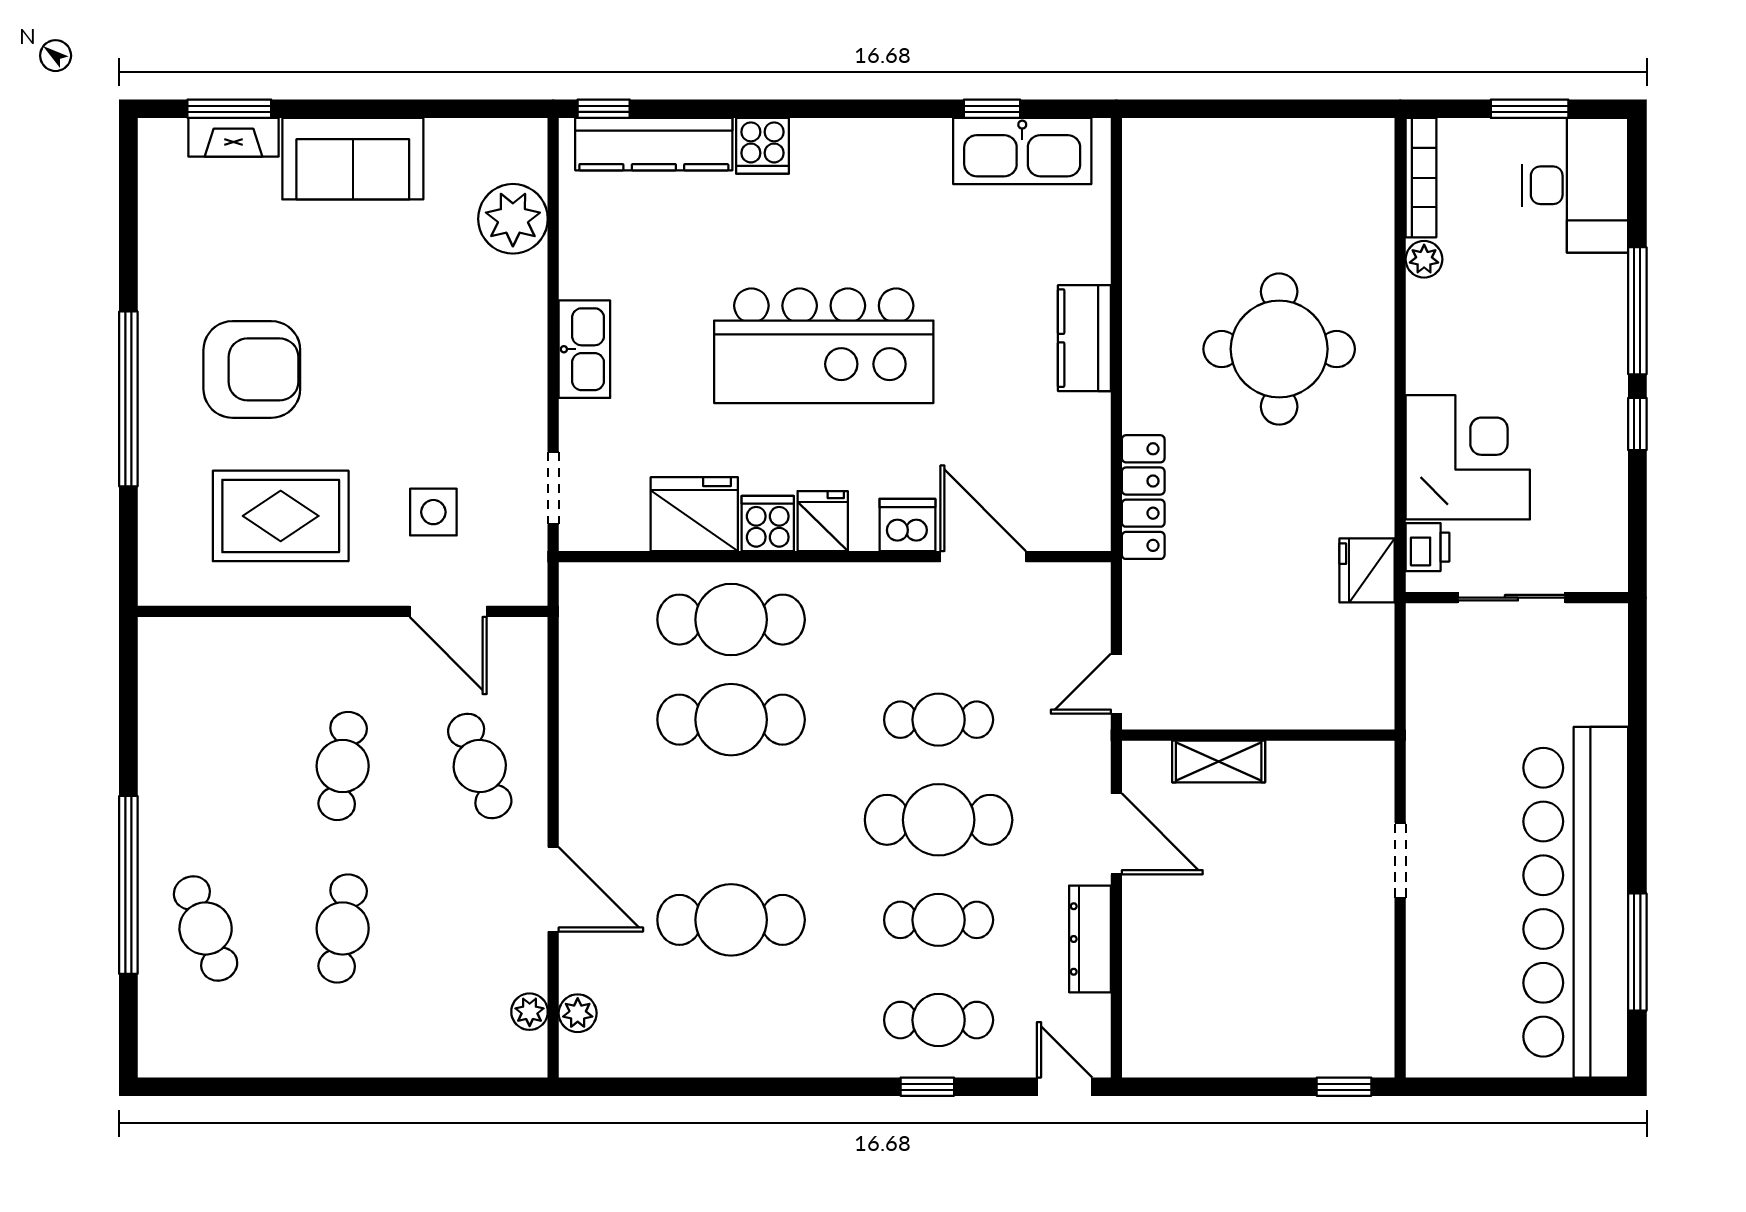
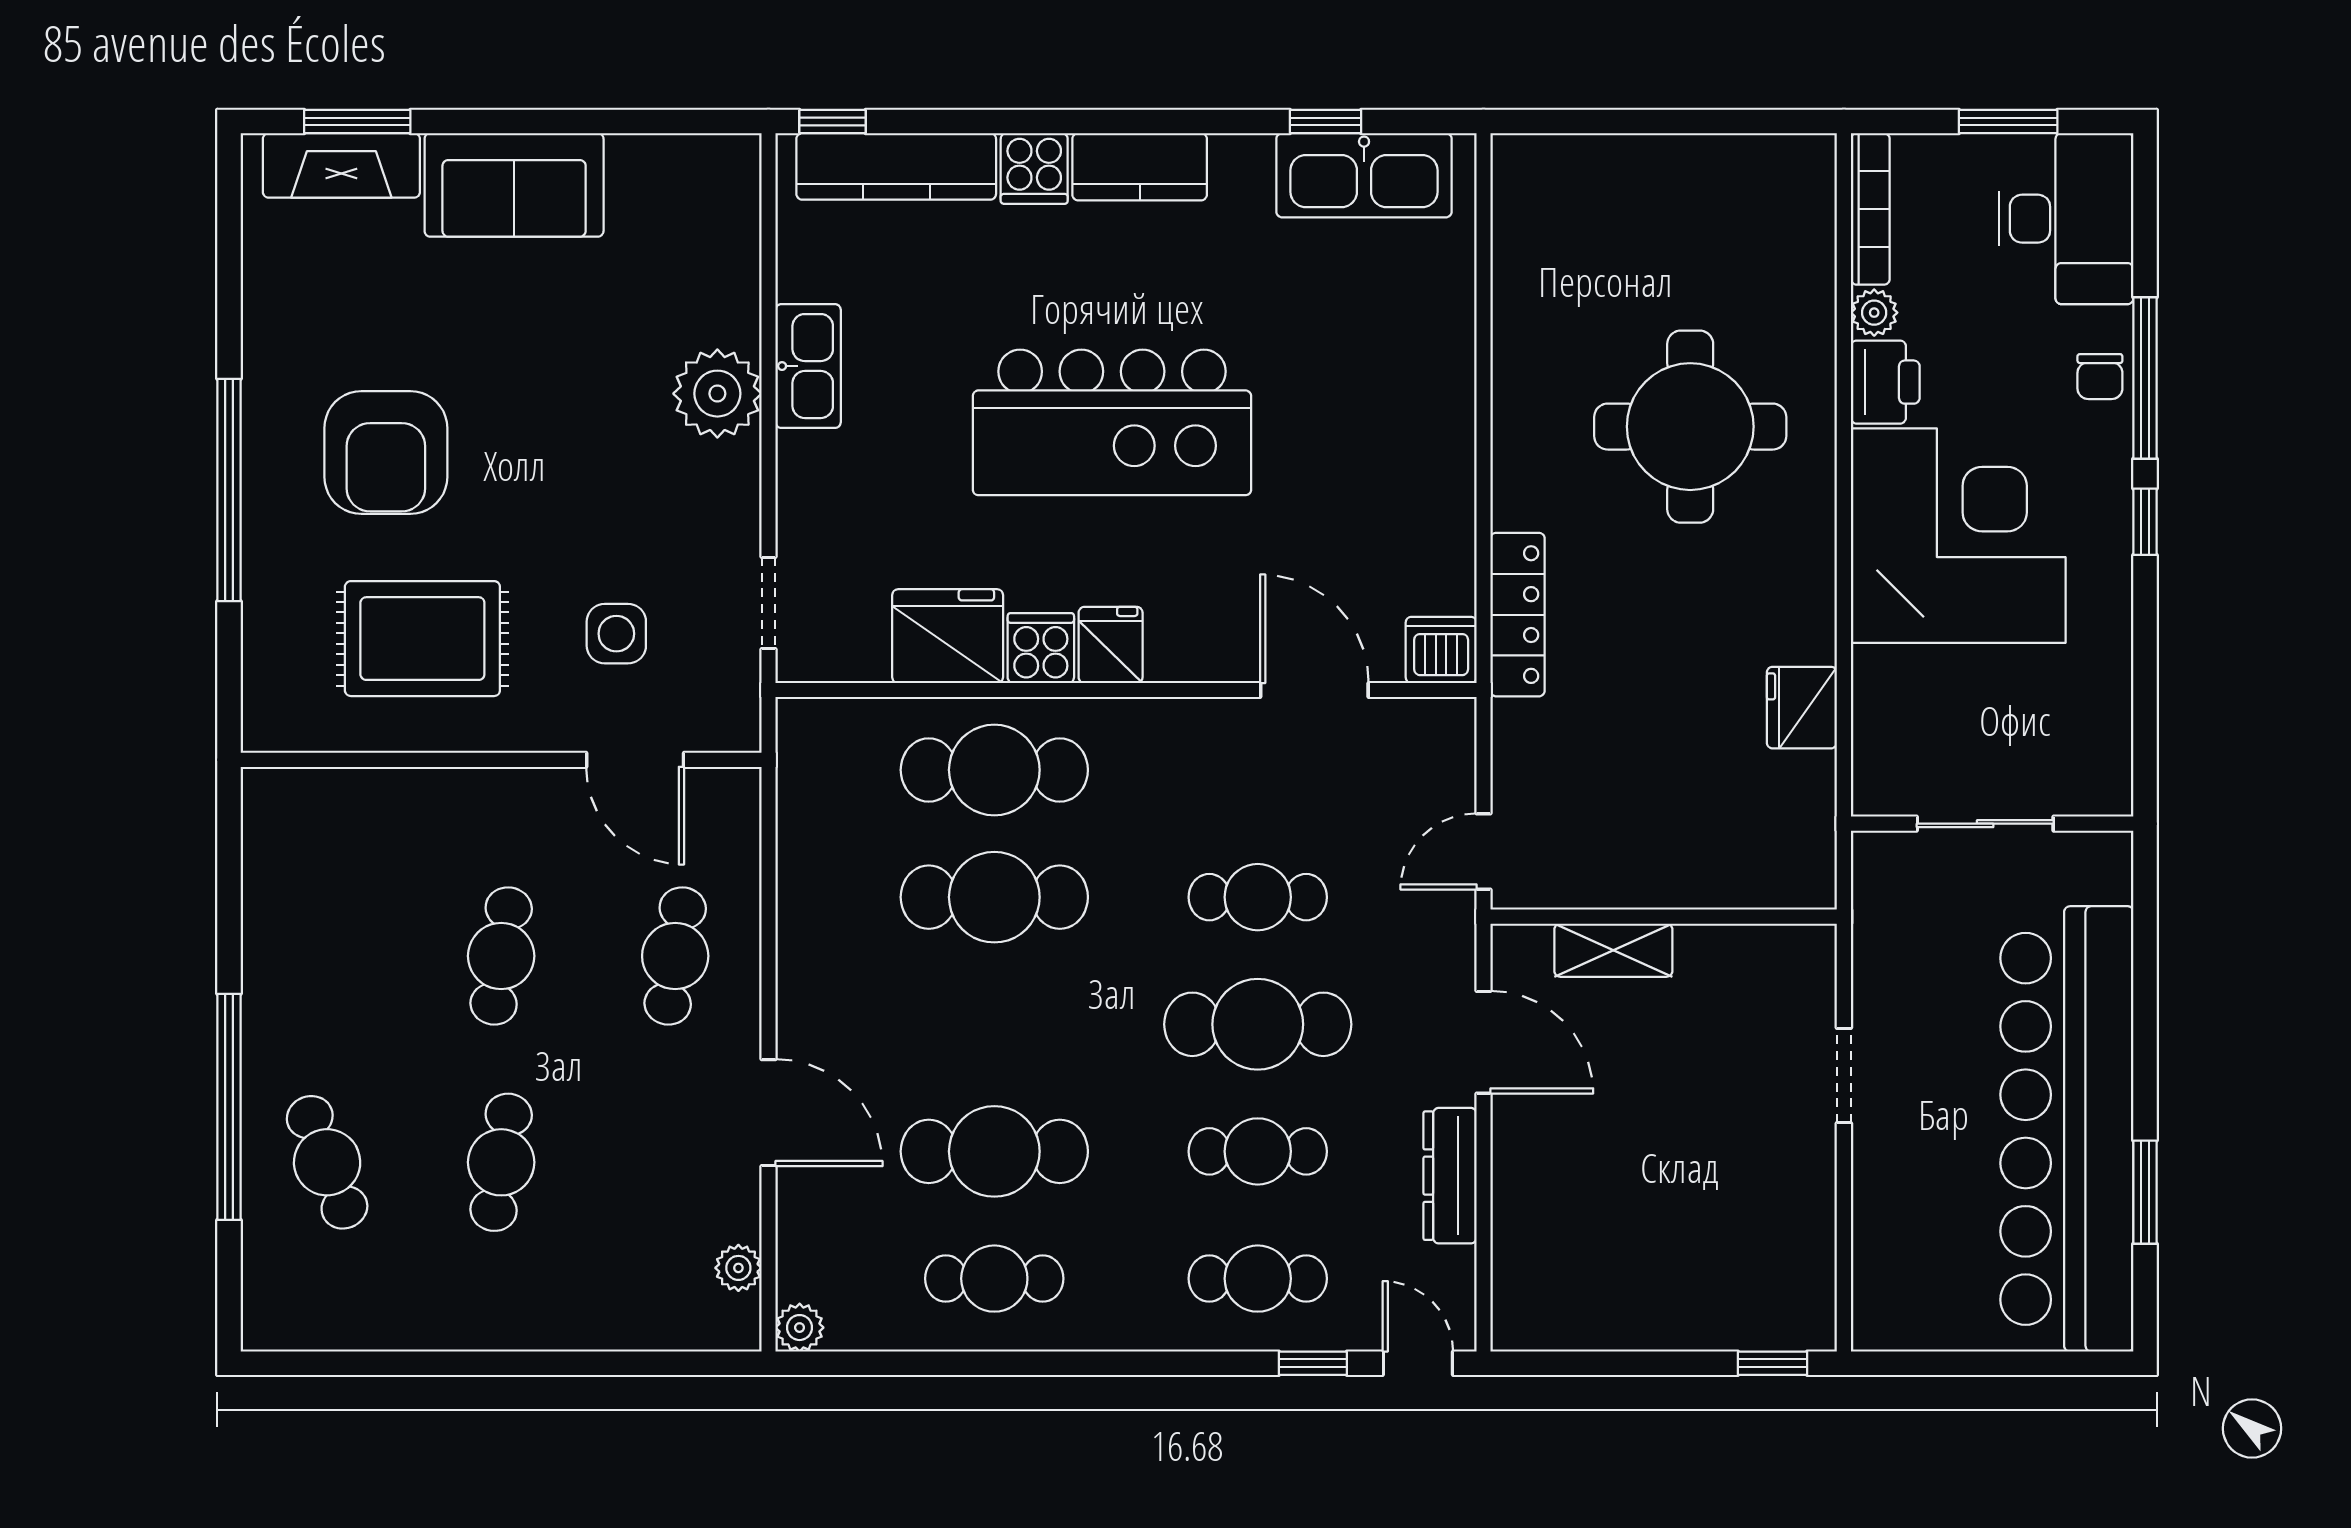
fireplace: (233, 137) -> (341, 165), width x1.37, depth x1.32
plant: (513, 219) -> (717, 394), moved
chair: (1602, 310) -> (2100, 377), added
kitchen counter: (1084, 338) -> (1140, 167), moved, turned -90
kitchen sink: (584, 349) -> (808, 366), moved
armchair: (252, 369) -> (386, 452), turned 90
corner desk: (1468, 457) -> (1958, 536), width x1.36, depth x1.36
dishwasher: (907, 525) -> (1441, 650), moved
printer: (1428, 547) -> (1885, 382), moved, width x1.36, depth x1.24
sliding door: (1511, 598) -> (1985, 824), moved
wall: (1517, 598) -> (1992, 824), moved
cafe table: (480, 766) -> (675, 956), turned 30
window: (1637, 952) -> (2145, 1192), width x0.69
plant: (578, 1013) -> (800, 1328), moved
cafe table: (731, 1020) -> (994, 1279), added
window: (927, 1087) -> (1313, 1363), moved

